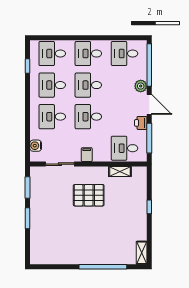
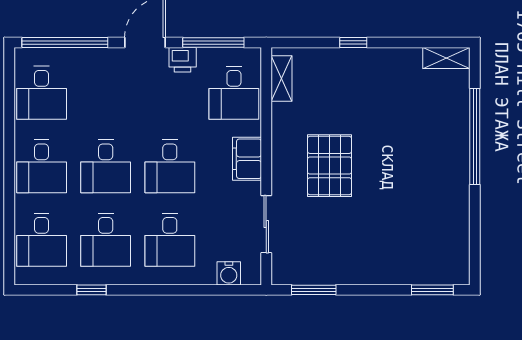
window: (28, 66) -> (92, 290), moved
plant: (141, 86) -> (108, 60), removed
filing cabinet: (87, 155) -> (247, 159), width x2.00
shelving: (120, 172) -> (281, 79), moved
window: (28, 218) -> (432, 290), moved

